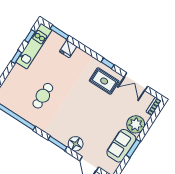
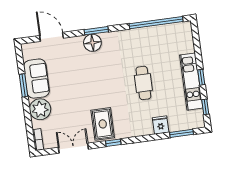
kitchen unit: (34, 46) -> (191, 82), moved
rug: (104, 81) -> (103, 124), turned 90
cafe table: (43, 96) -> (143, 83), moved
floor lamp: (76, 144) -> (92, 43), moved

